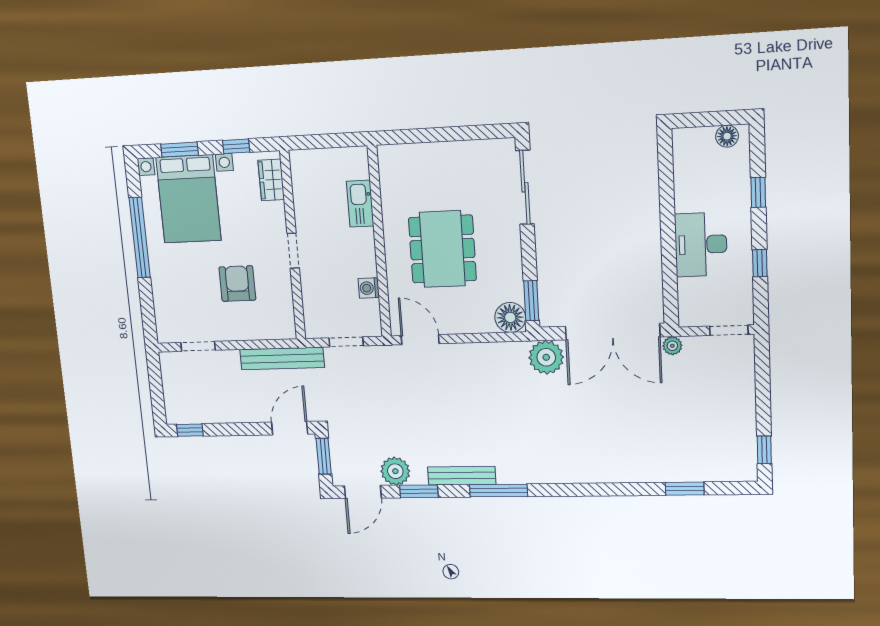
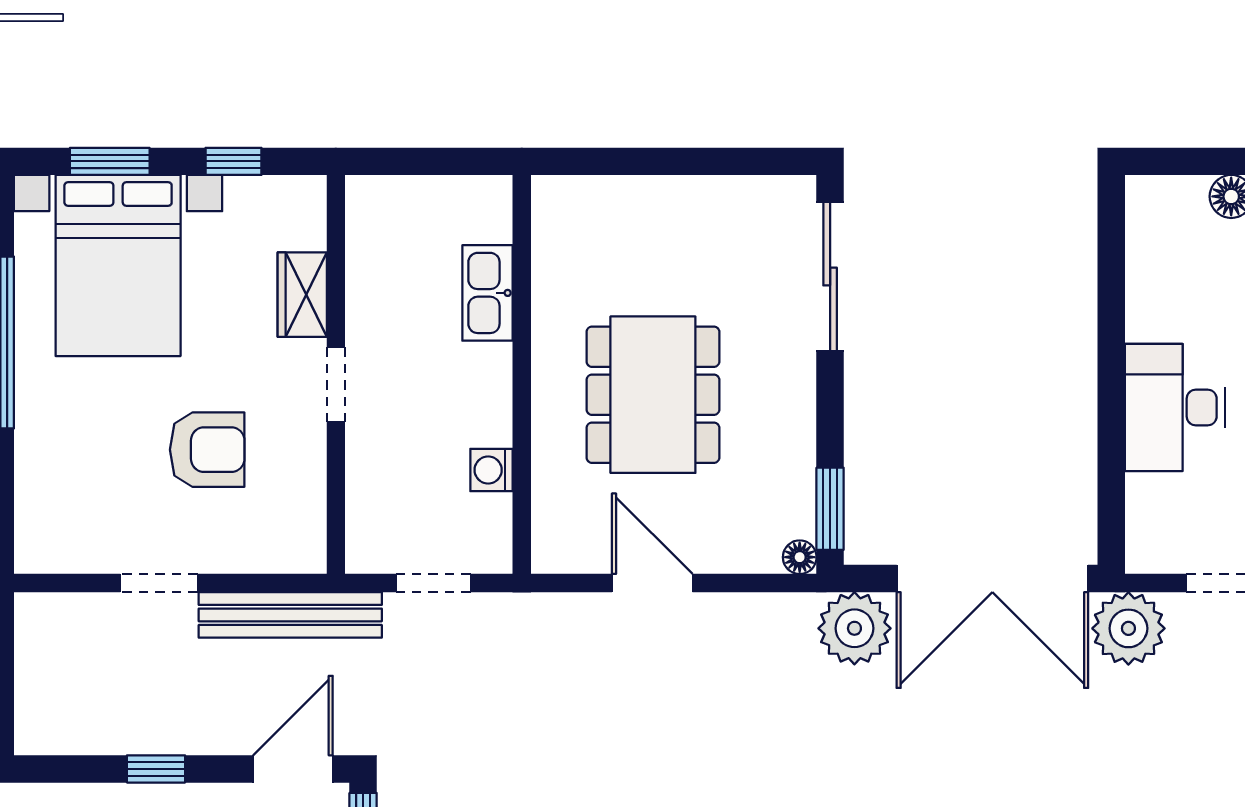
wardrobe: (271, 180) -> (302, 295), moved
armchair: (237, 284) -> (207, 450), turned 90
floor lamp: (510, 317) -> (800, 557), width x0.53, depth x0.53
door: (420, 340) -> (652, 583), moved
doorway: (198, 346) -> (159, 583), moved
plant: (672, 346) -> (1128, 628), width x1.88, depth x1.88
window: (190, 430) -> (156, 769), moved

